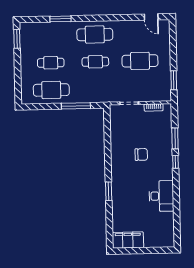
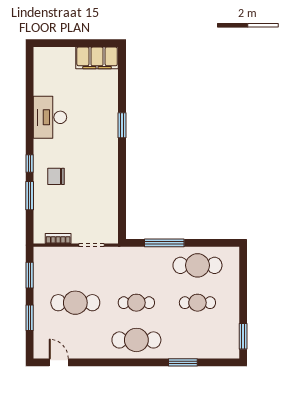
window: (173, 49) -> (30, 318), added
chair: (141, 154) -> (56, 176), moved

